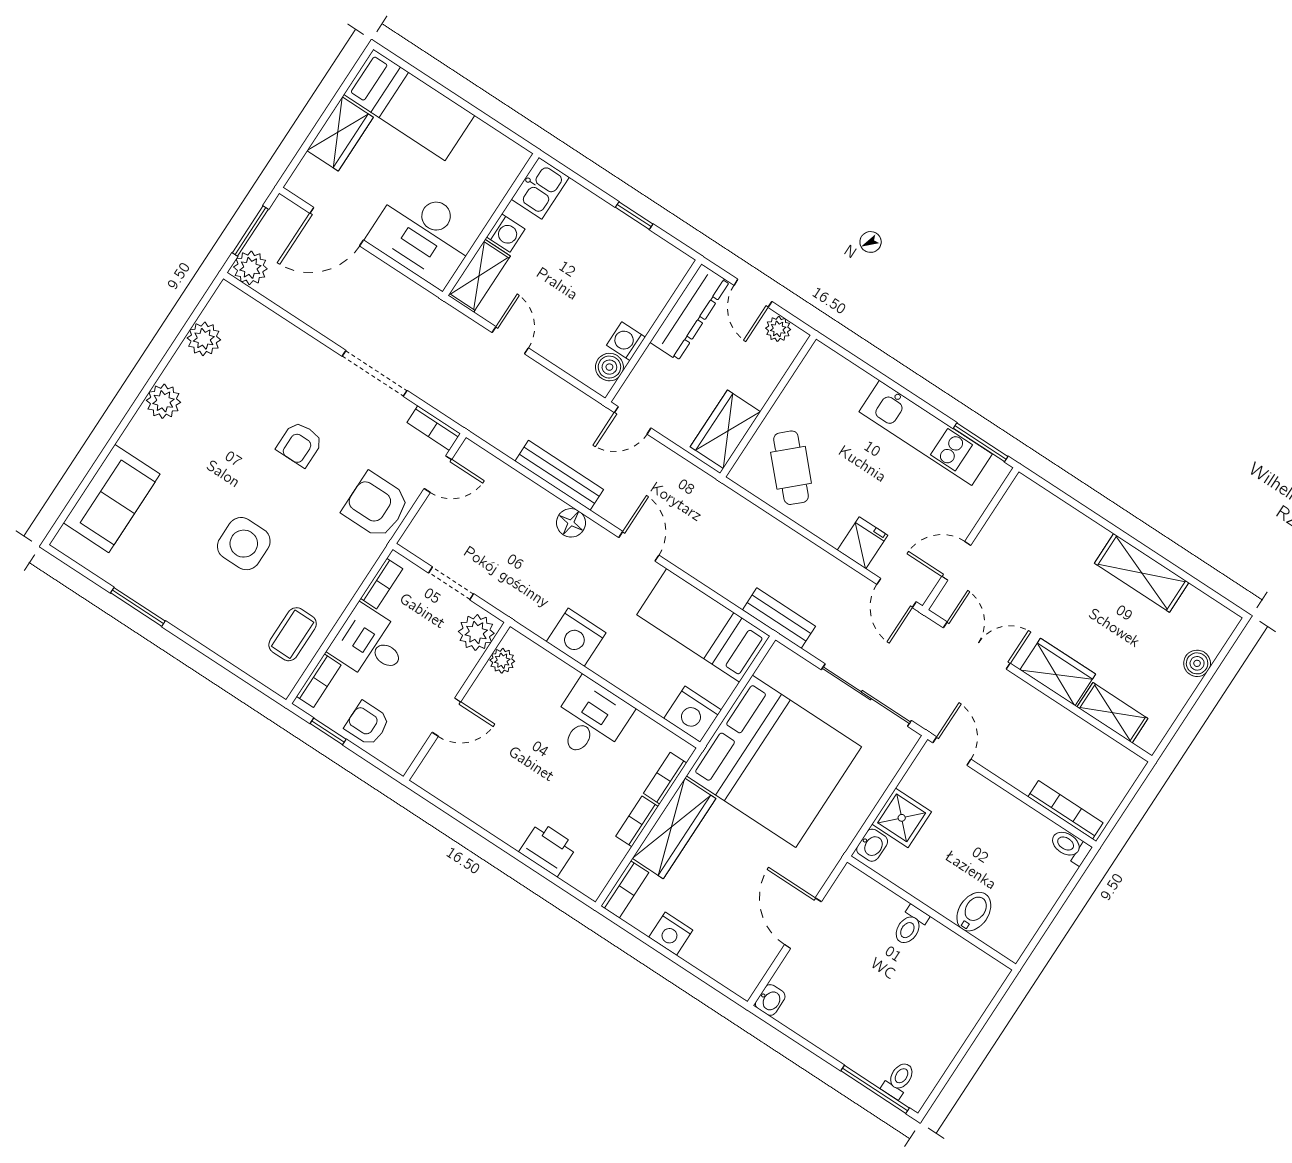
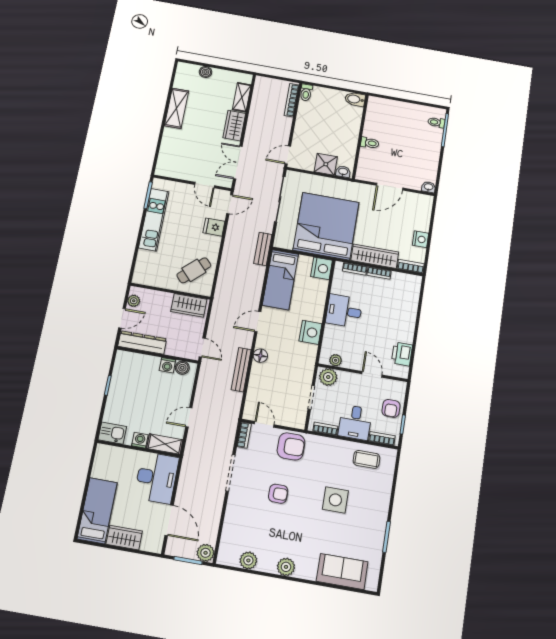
armchair: (376, 505) -> (291, 446), turned -90
printer: (548, 849) -> (402, 354), moved
bidet: (974, 912) -> (355, 99), moved

